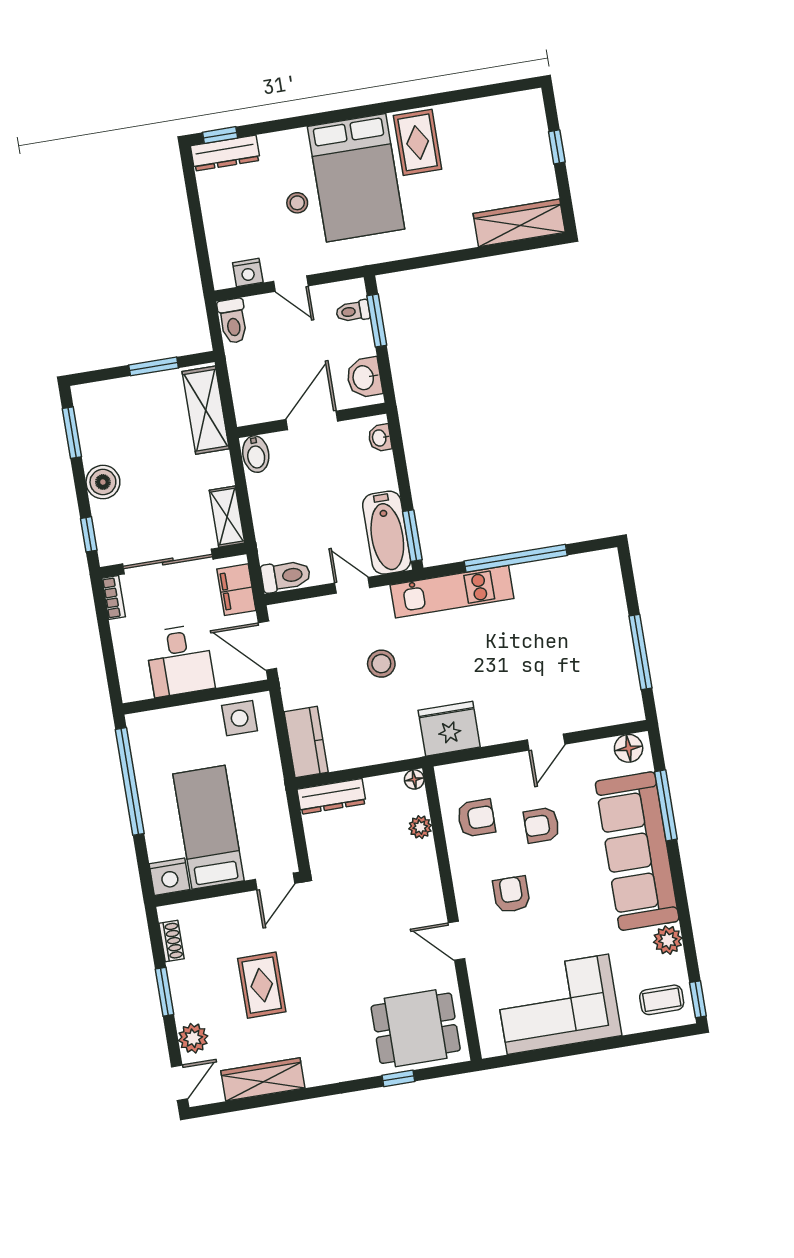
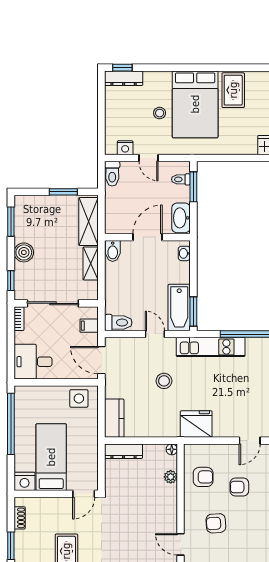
washbasin: (364, 378) -> (181, 218), width x1.38
shelving: (227, 517) -> (91, 263), moved
filing cabinet: (236, 590) -> (89, 326), width x0.50
desk: (180, 661) -> (33, 362), moved, turned 90
armchair: (511, 894) -> (216, 523), turned -94

